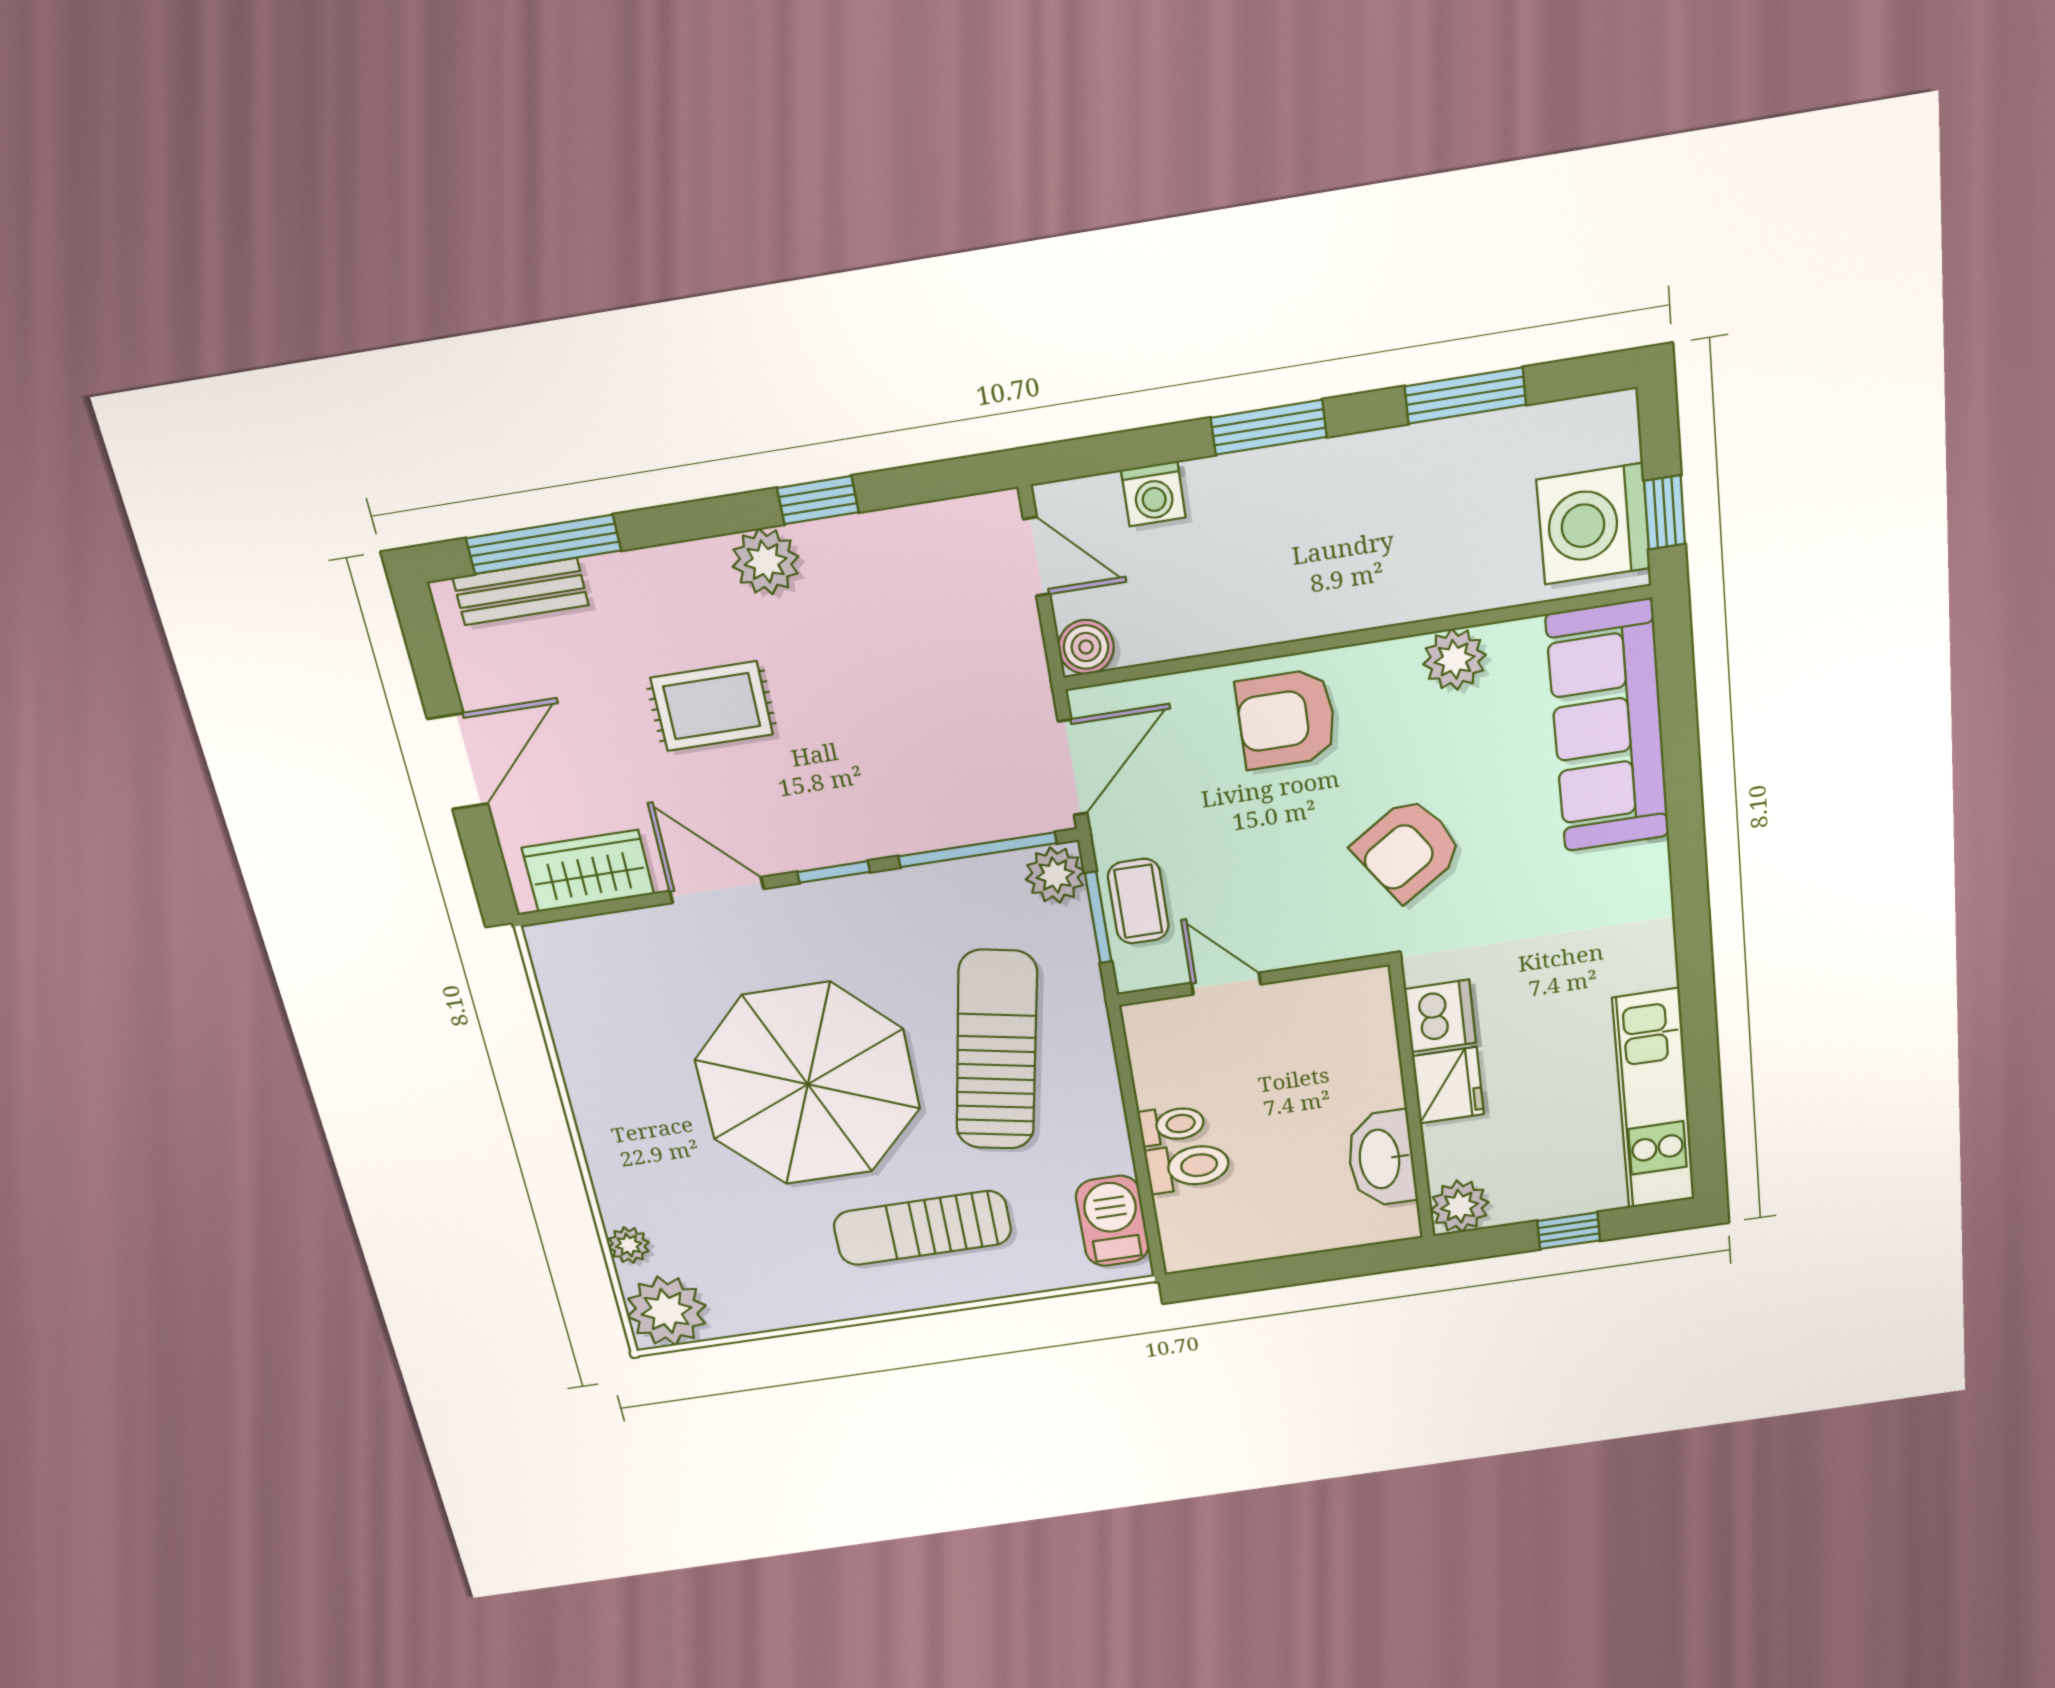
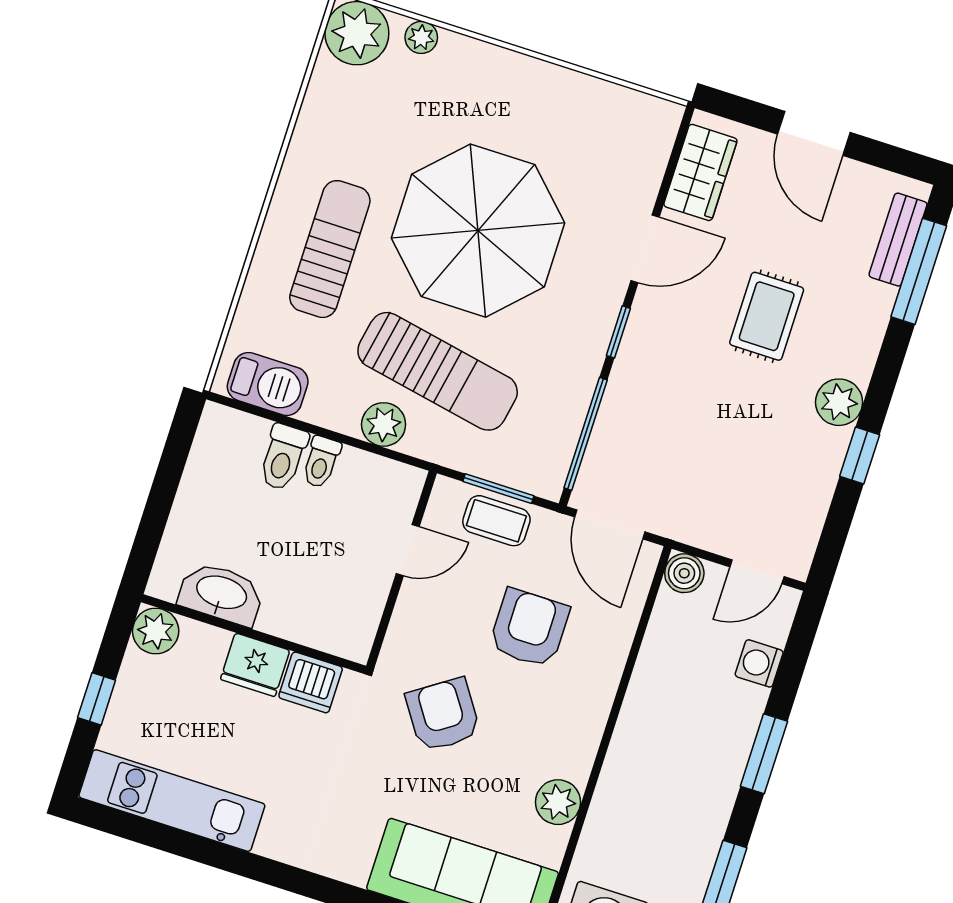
armchair: (1286, 719) -> (529, 628), moved
plant: (1055, 875) -> (384, 424), moved

